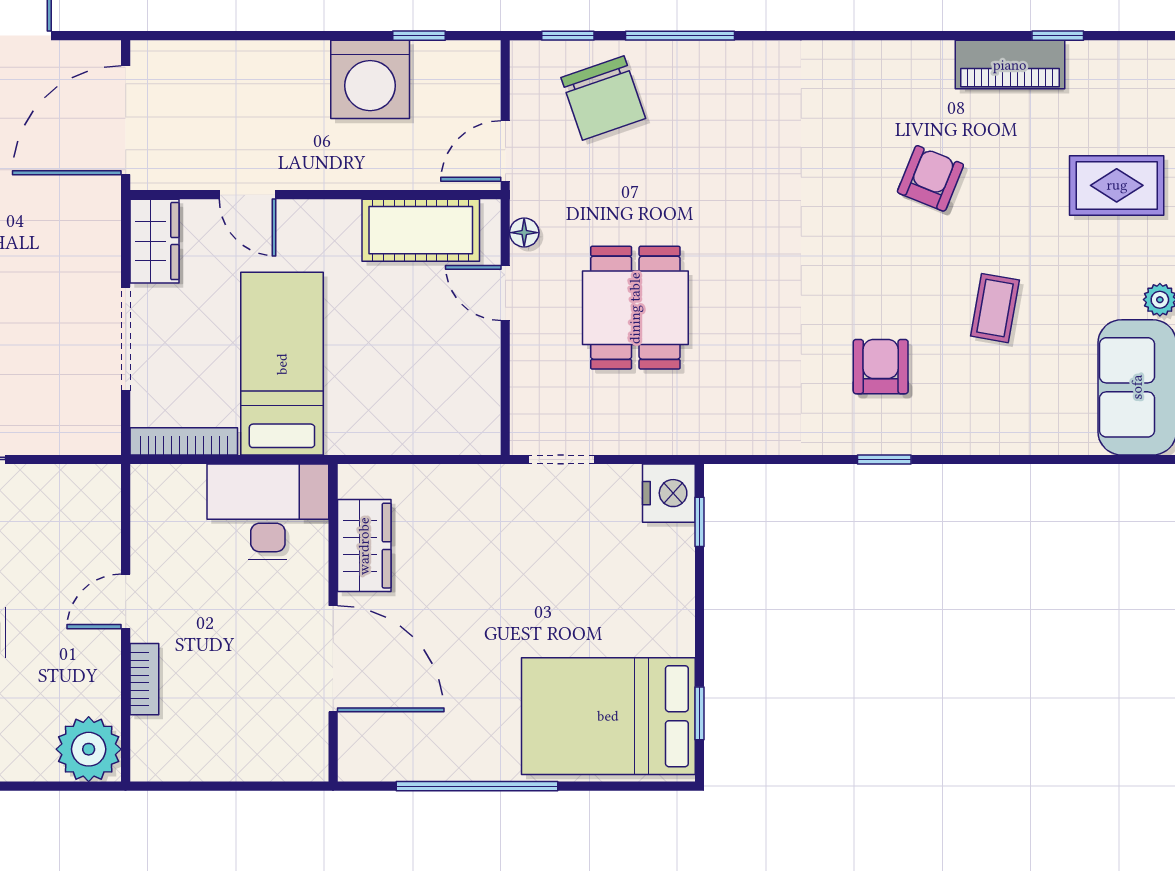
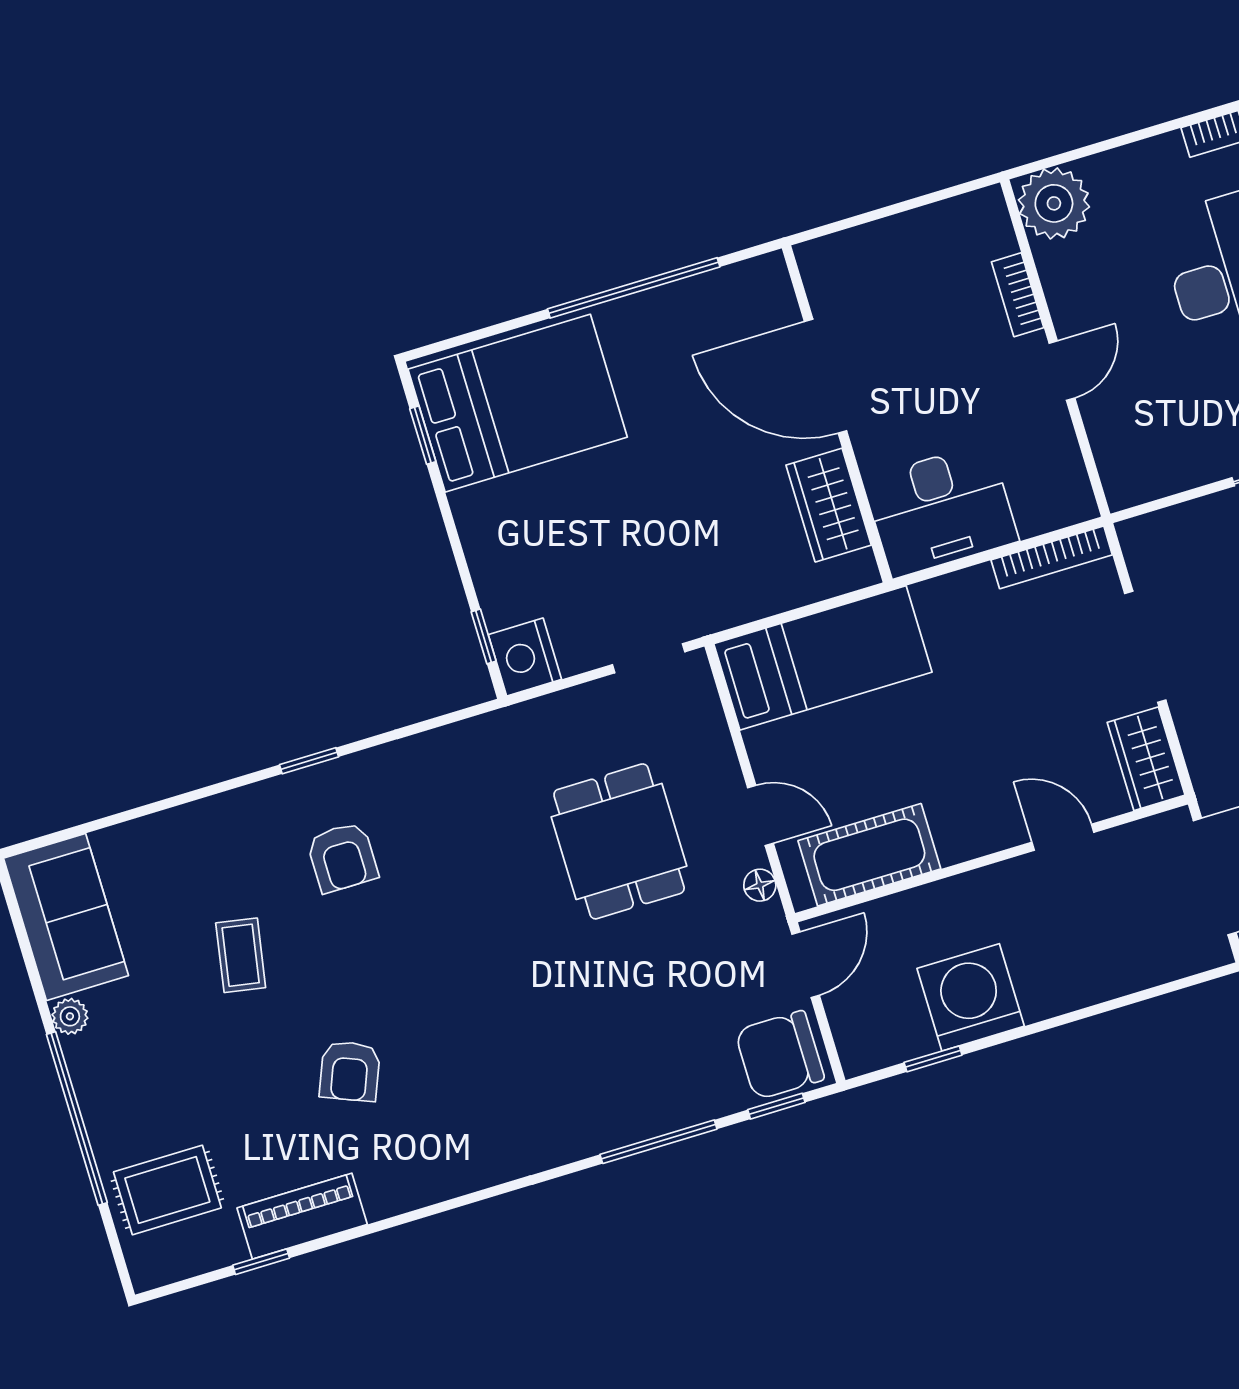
chair: (603, 98) -> (780, 1055), moved, turned -71
rug: (1117, 185) -> (167, 1190), moved
bed: (282, 364) -> (823, 658), moved, turned -90

